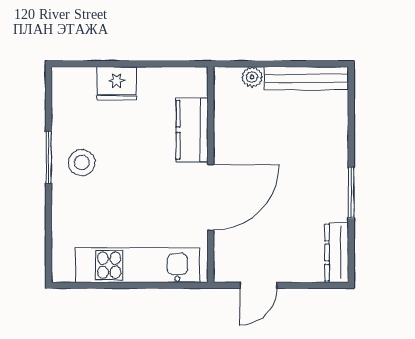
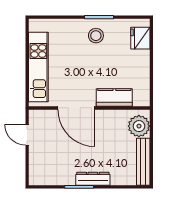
plant: (252, 77) -> (139, 126), width x1.88, depth x1.88
fridge: (117, 83) -> (140, 38), moved
dresser: (337, 253) -> (93, 179), moved

